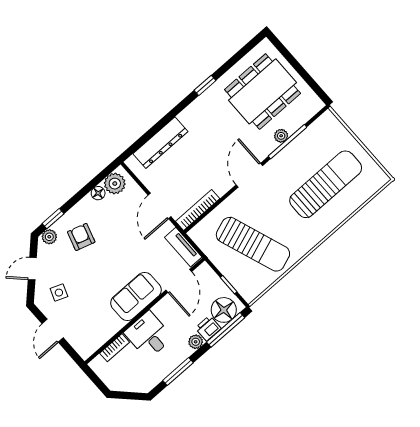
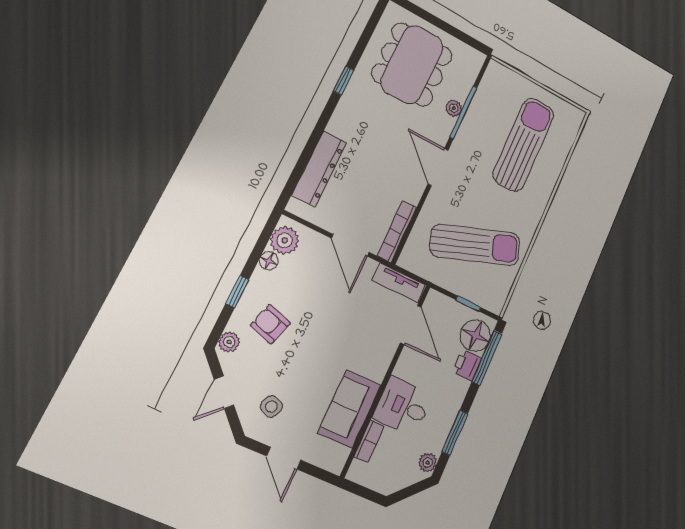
window: (53, 219) -> (237, 291), moved
sofa: (136, 297) -> (349, 409), moved
plant: (196, 342) -> (428, 463), moved

